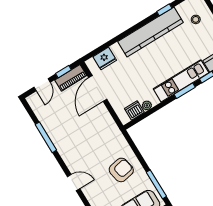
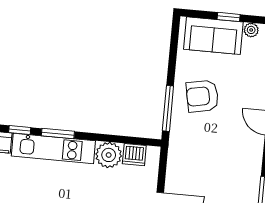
plant: (147, 105) -> (109, 155), width x1.87, depth x1.87
window: (156, 184) -> (168, 108), moved

